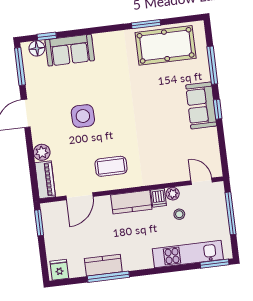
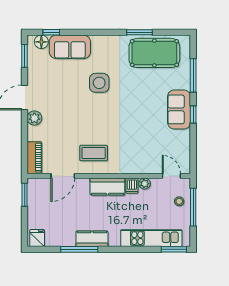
window: (20, 67) -> (25, 56), width x0.69
side table: (83, 116) -> (99, 83), moved
plant: (42, 152) -> (34, 118), moved
stool: (179, 214) -> (179, 201), moved
kitchen counter: (103, 265) -> (92, 239), moved

